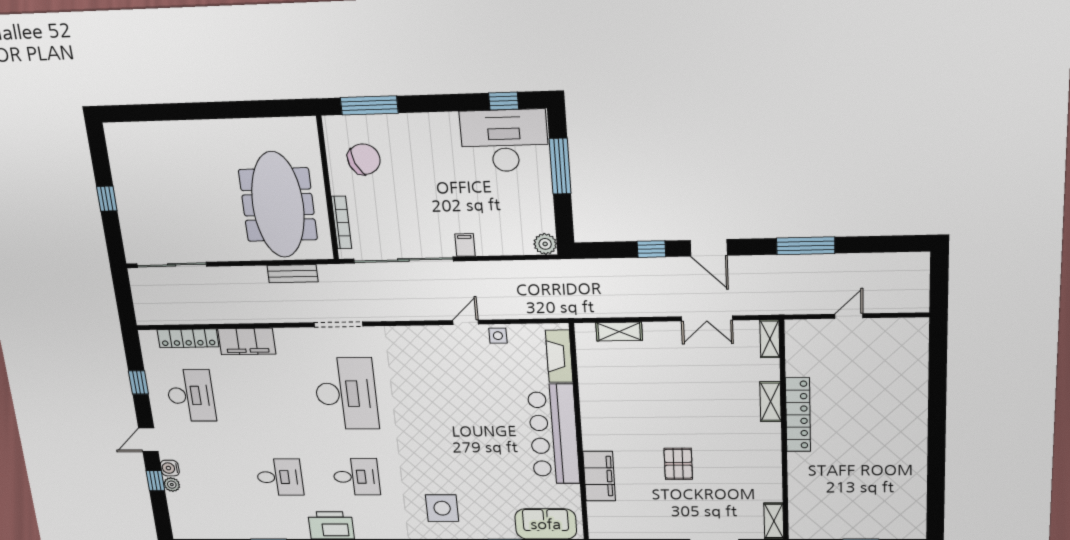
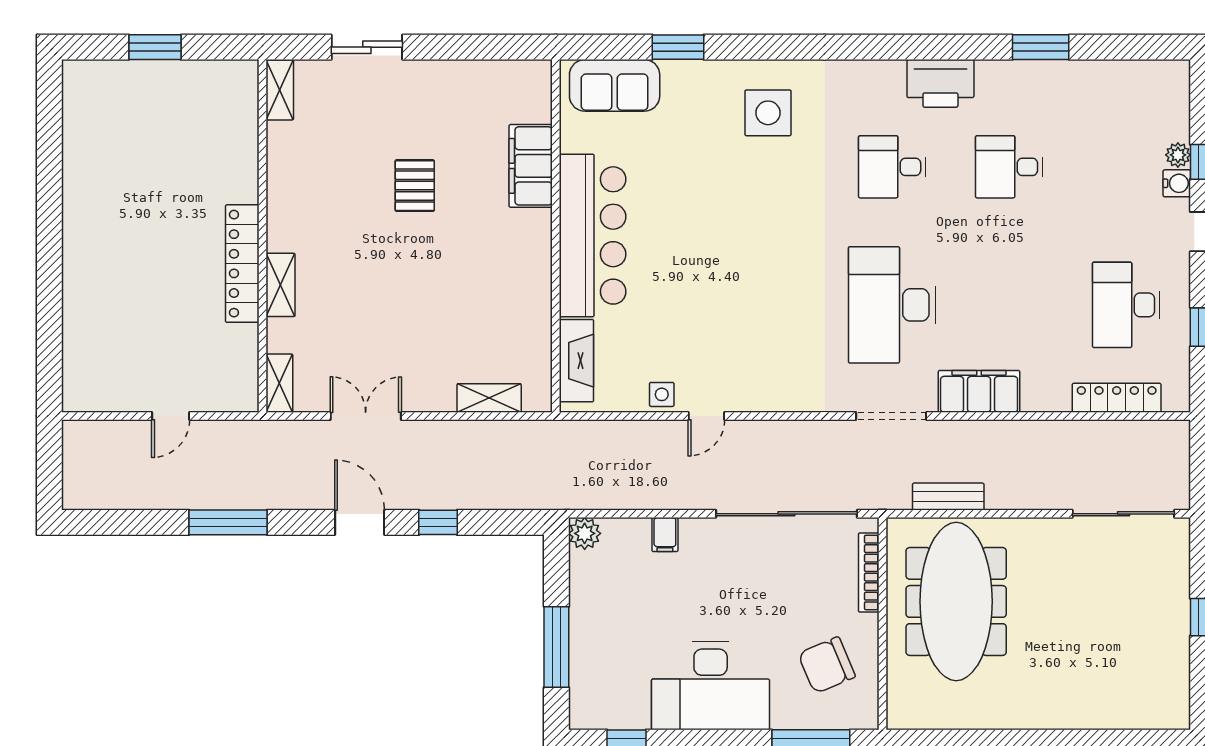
desk: (504, 141) -> (711, 686), moved
filing cabinet: (465, 245) -> (665, 535), moved
filing cabinet: (247, 341) -> (979, 391), moved

